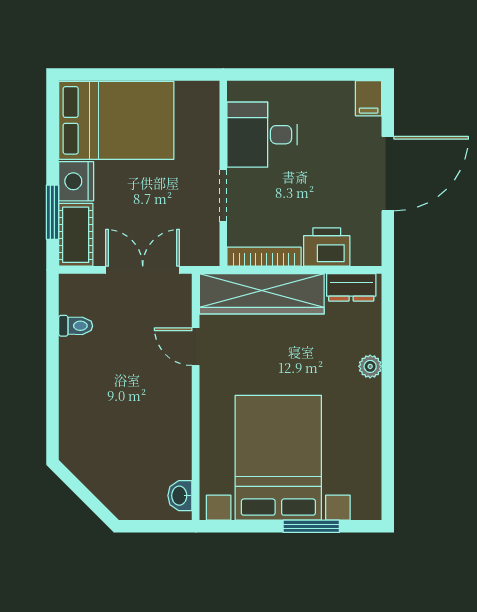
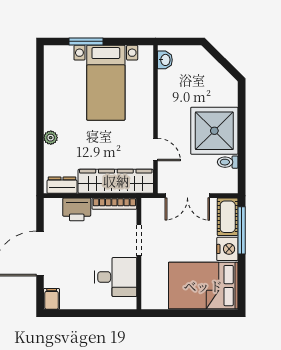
window: (52, 212) -> (242, 230), width x1.44
shower: (98, 378) -> (214, 131), added
bed with nightstands: (278, 458) -> (106, 83), width x0.73

